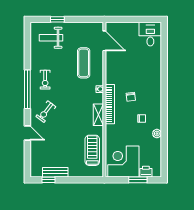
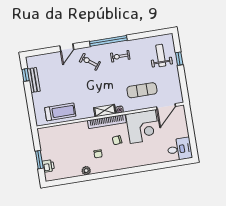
shelving: (98, 115) -> (105, 111), moved
corner desk: (123, 162) -> (143, 126), moved, turned 90

